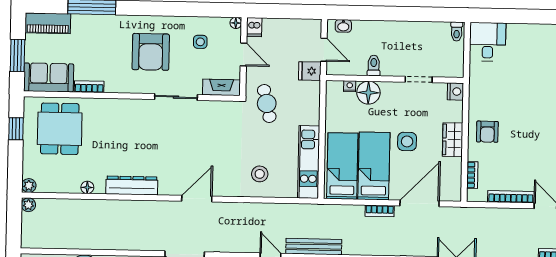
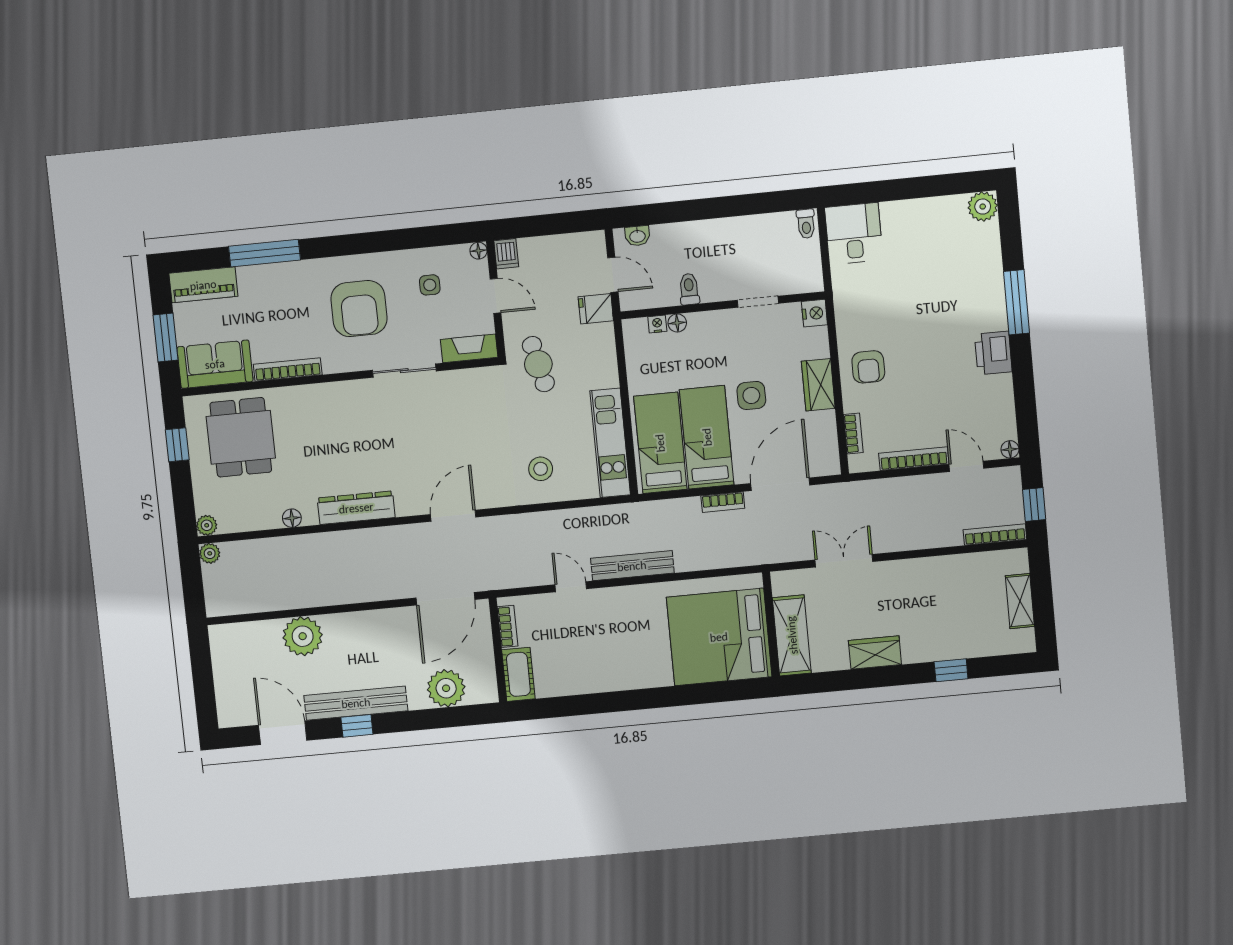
bookcase: (89, 87) -> (288, 370), width x1.56
floor lamp: (368, 93) -> (677, 323), width x0.53, depth x0.53

